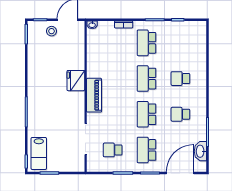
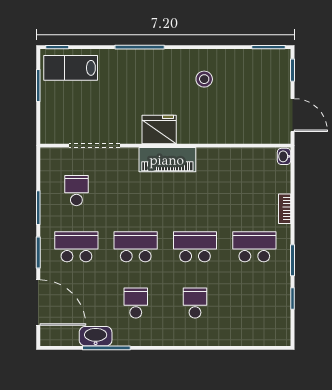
stool: (52, 31) -> (204, 79), moved
fridge: (76, 81) -> (159, 129), moved
washbasin: (200, 151) -> (96, 336), moved

